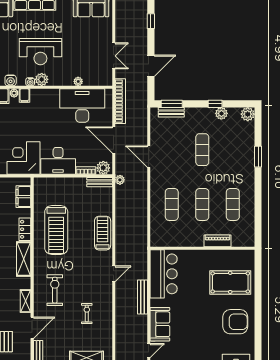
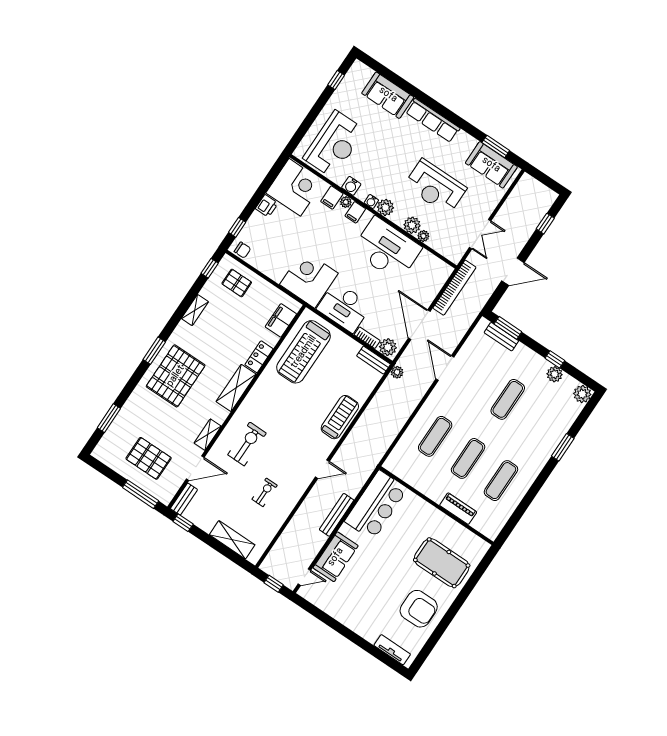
reception desk: (40, 52) -> (435, 187), moved
plant: (66, 79) -> (412, 225), added
desk: (82, 106) -> (387, 249), moved
treadmill: (56, 230) -> (304, 352), moved

